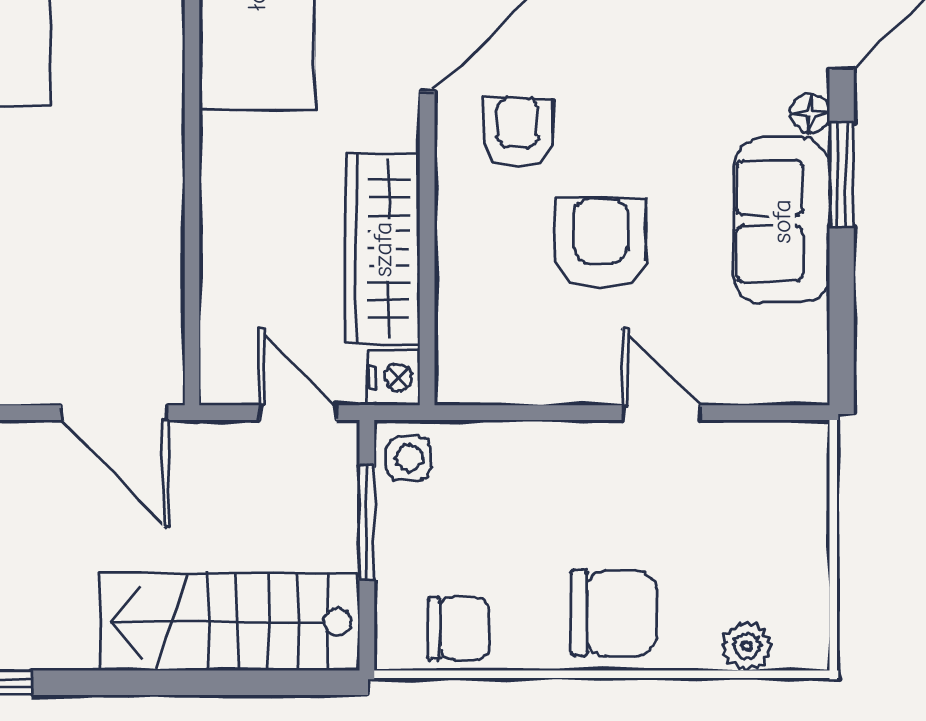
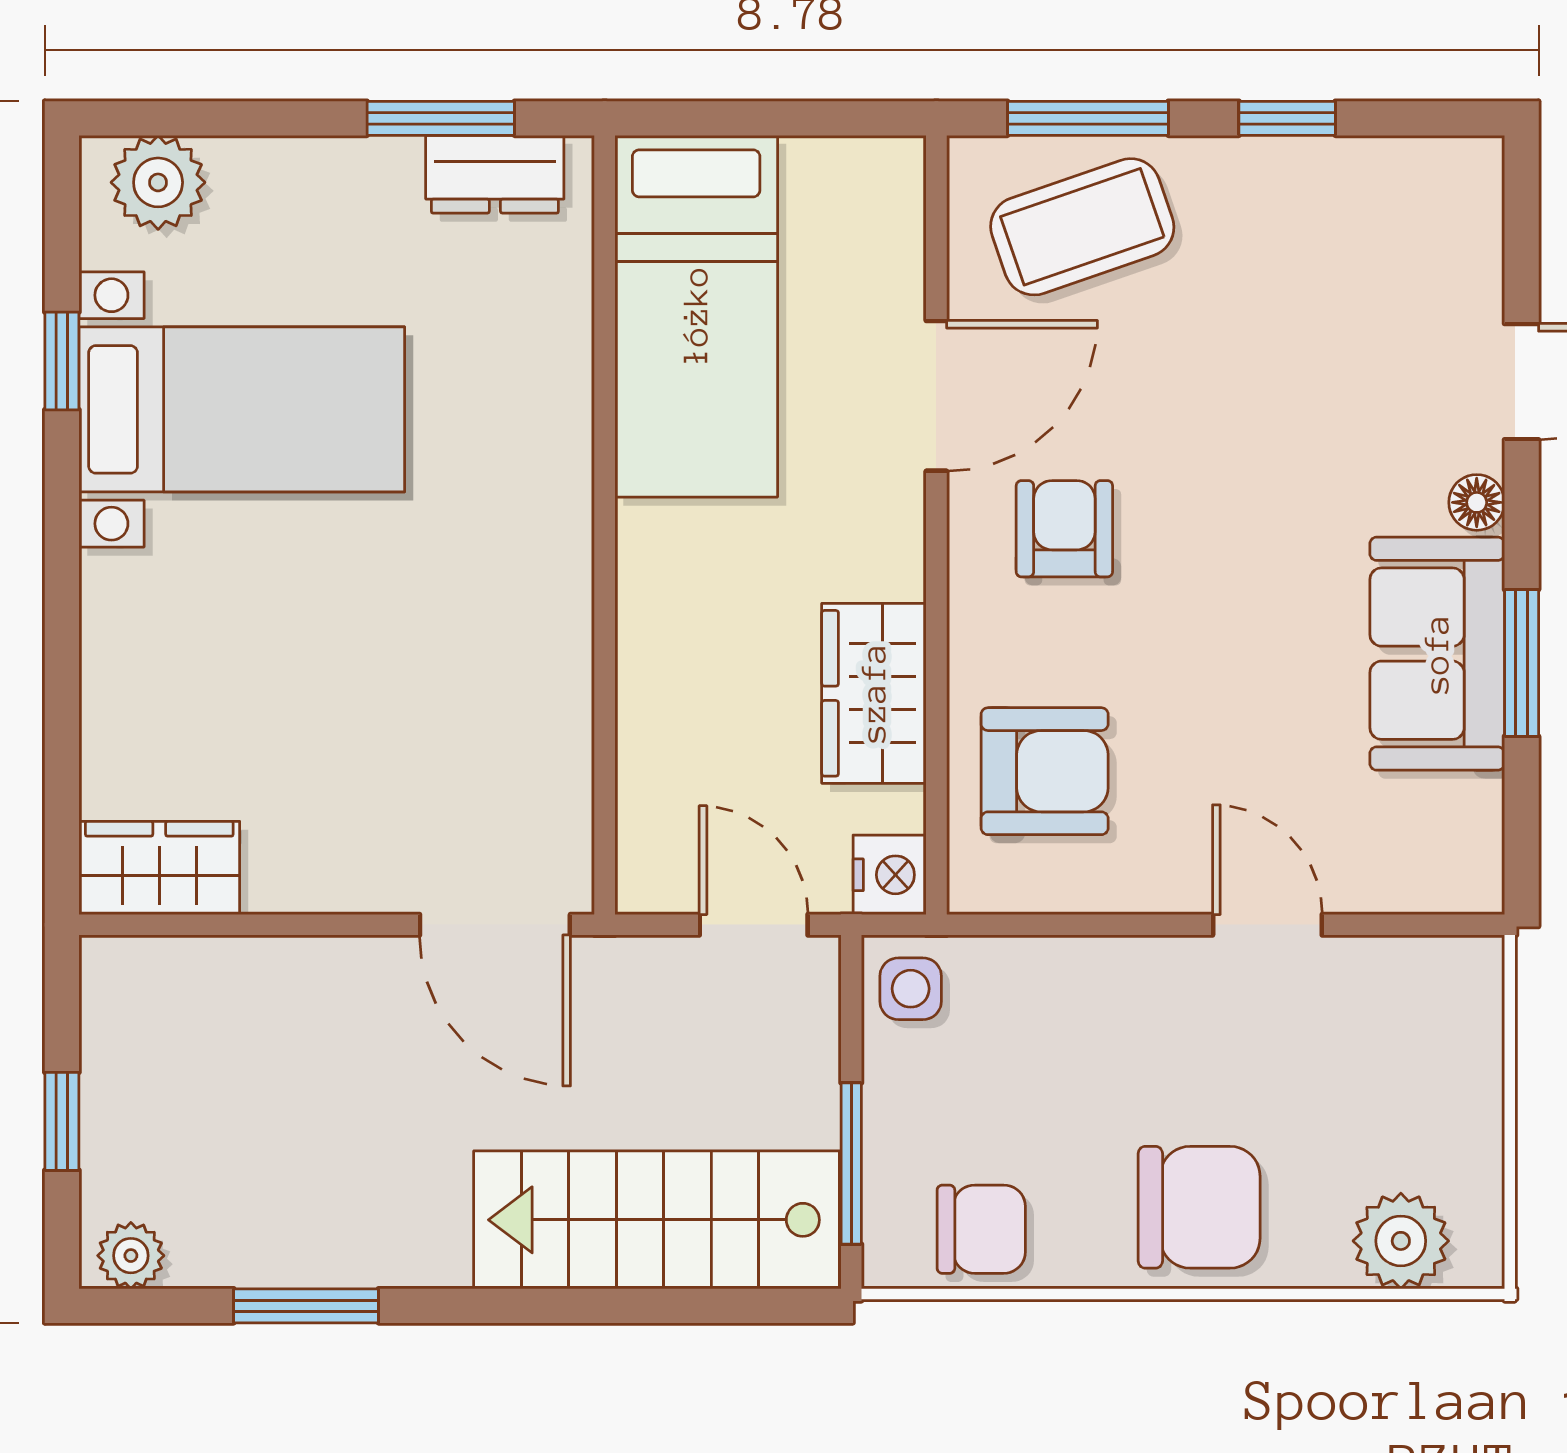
window: (842, 175) -> (1522, 663), moved
armchair: (601, 243) -> (1045, 771), moved, turned 90
wardrobe: (383, 249) -> (874, 693), width x0.67
window: (367, 523) -> (851, 1163), moved
plant: (747, 646) -> (1401, 1241), width x1.38, depth x1.38

